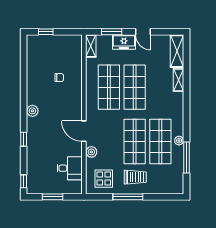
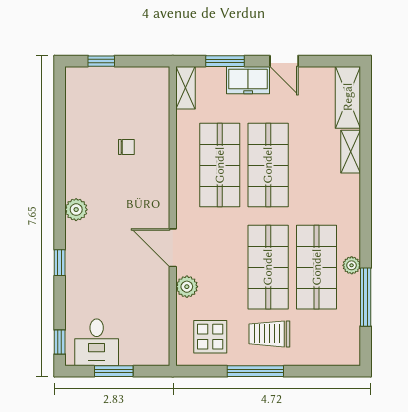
desk: (70, 168) -> (97, 342), moved, turned 90
trolley: (135, 177) -> (269, 334), turned 180

